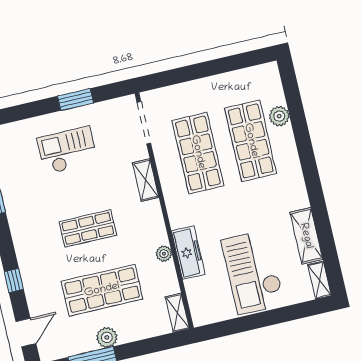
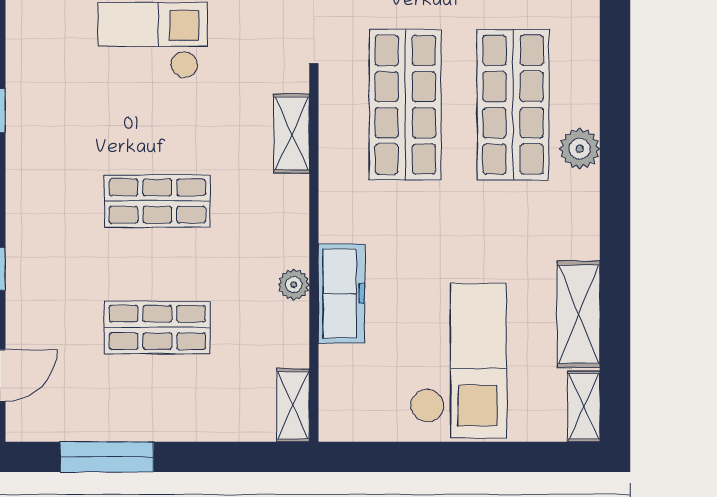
plant: (279, 116) -> (580, 149), moved
checkout: (253, 272) -> (458, 361), turned 180
shop shelf: (102, 290) -> (157, 327), width x0.70, depth x0.74
plant: (107, 337) -> (145, 421), removed

